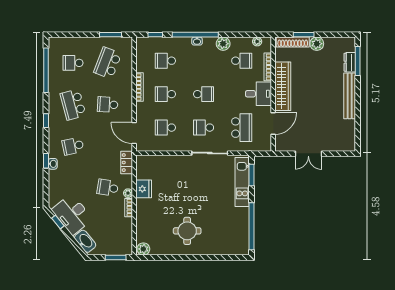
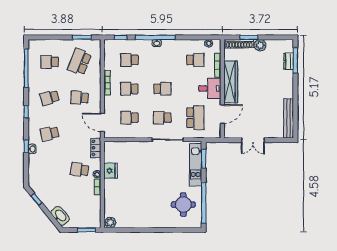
plant: (223, 44) -> (179, 45), removed
bench: (350, 96) -> (288, 118), moved
school desk: (73, 104) -> (50, 98), width x0.54
desk: (72, 214) -> (49, 193), removed
round table: (187, 231) -> (183, 205), moved

